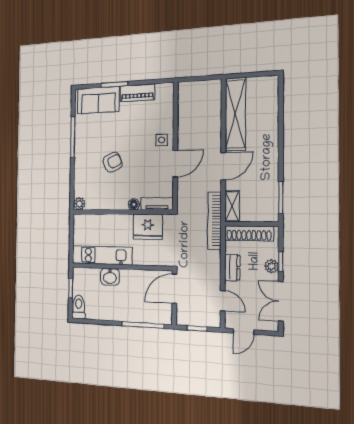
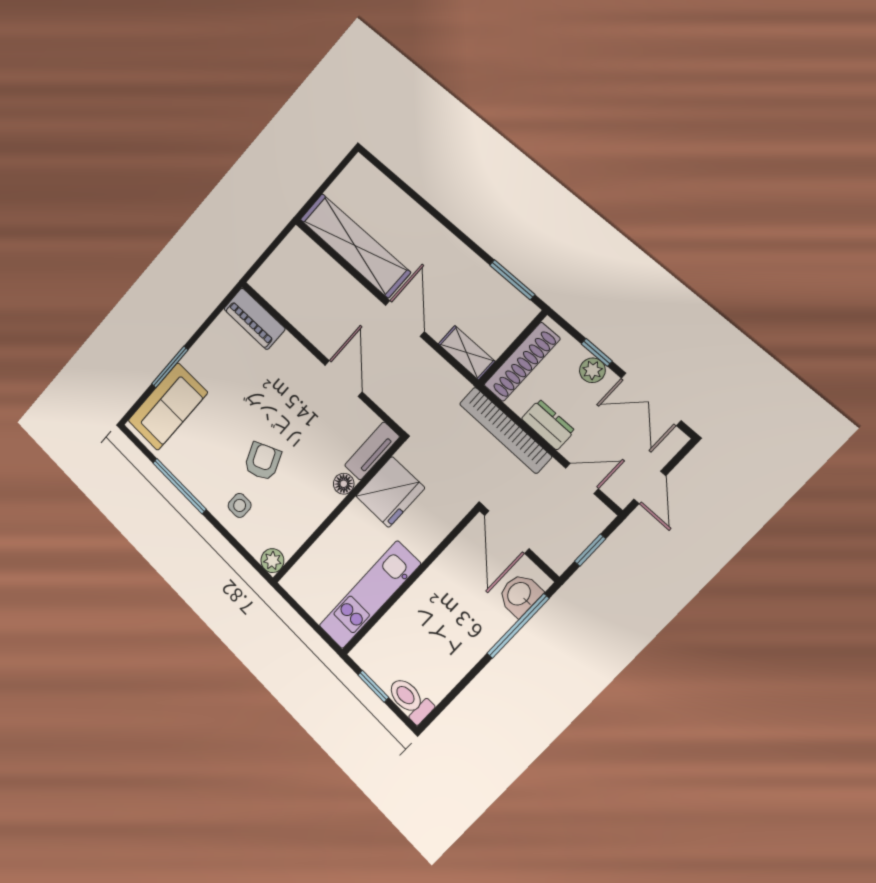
piano: (137, 93) -> (254, 319), moved, turned 90
side table: (162, 140) -> (240, 505), moved
bookcase: (214, 221) -> (505, 430), moved
washbasin: (110, 277) -> (520, 594), moved, turned 180

